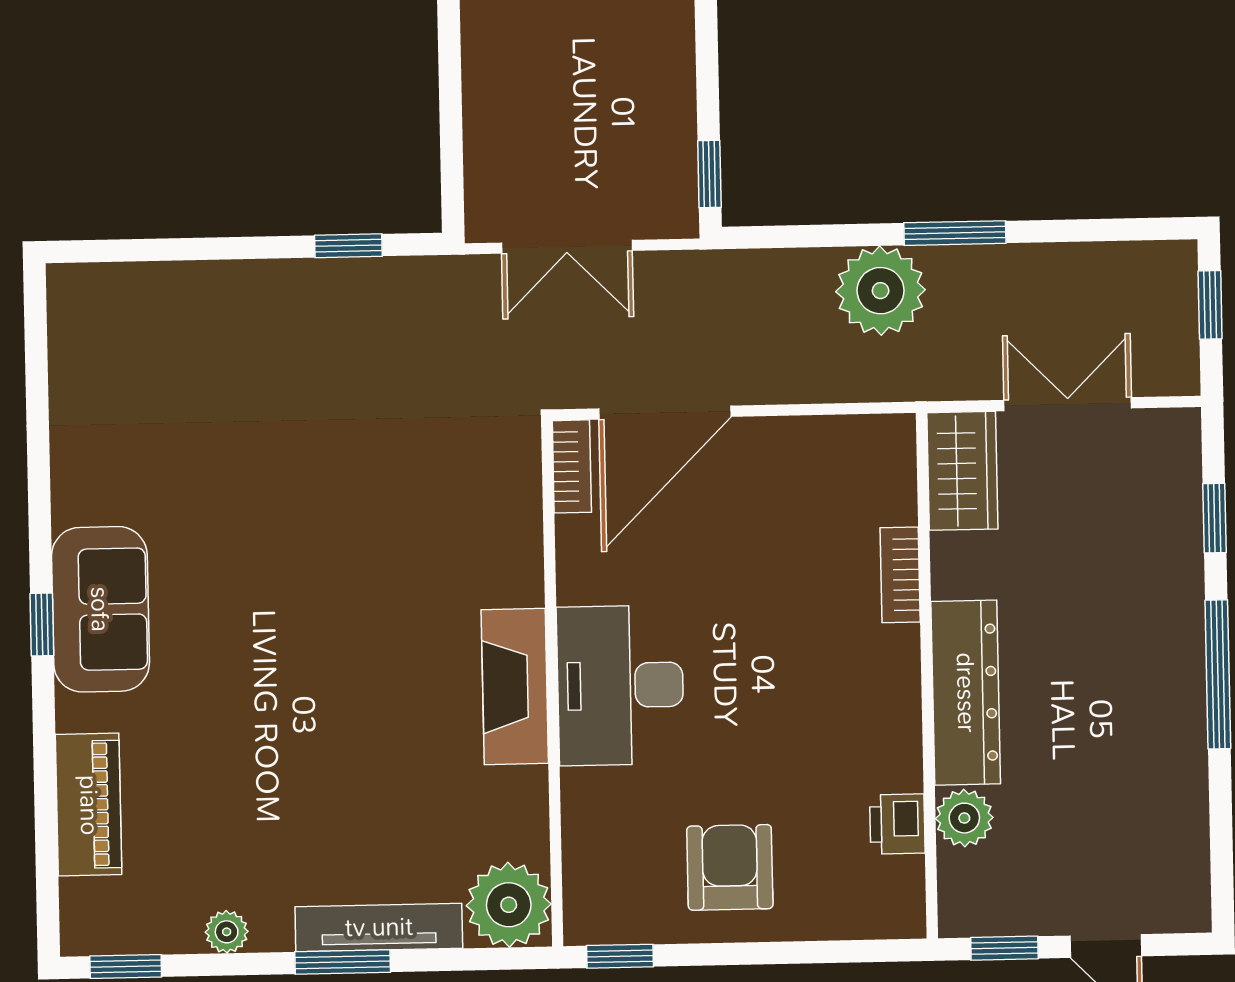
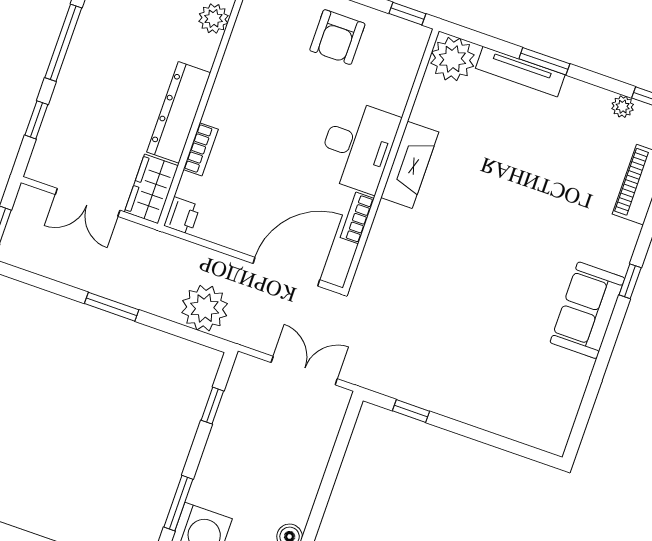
window: (709, 174) -> (212, 406), moved
plant: (881, 291) -> (205, 308), moved
bookcase: (572, 466) -> (357, 218), moved
sofa: (100, 609) -> (587, 310), moved
dresser: (966, 693) -> (179, 112), moved
printer: (897, 824) -> (182, 216), moved
plant: (227, 932) -> (623, 107), moved

